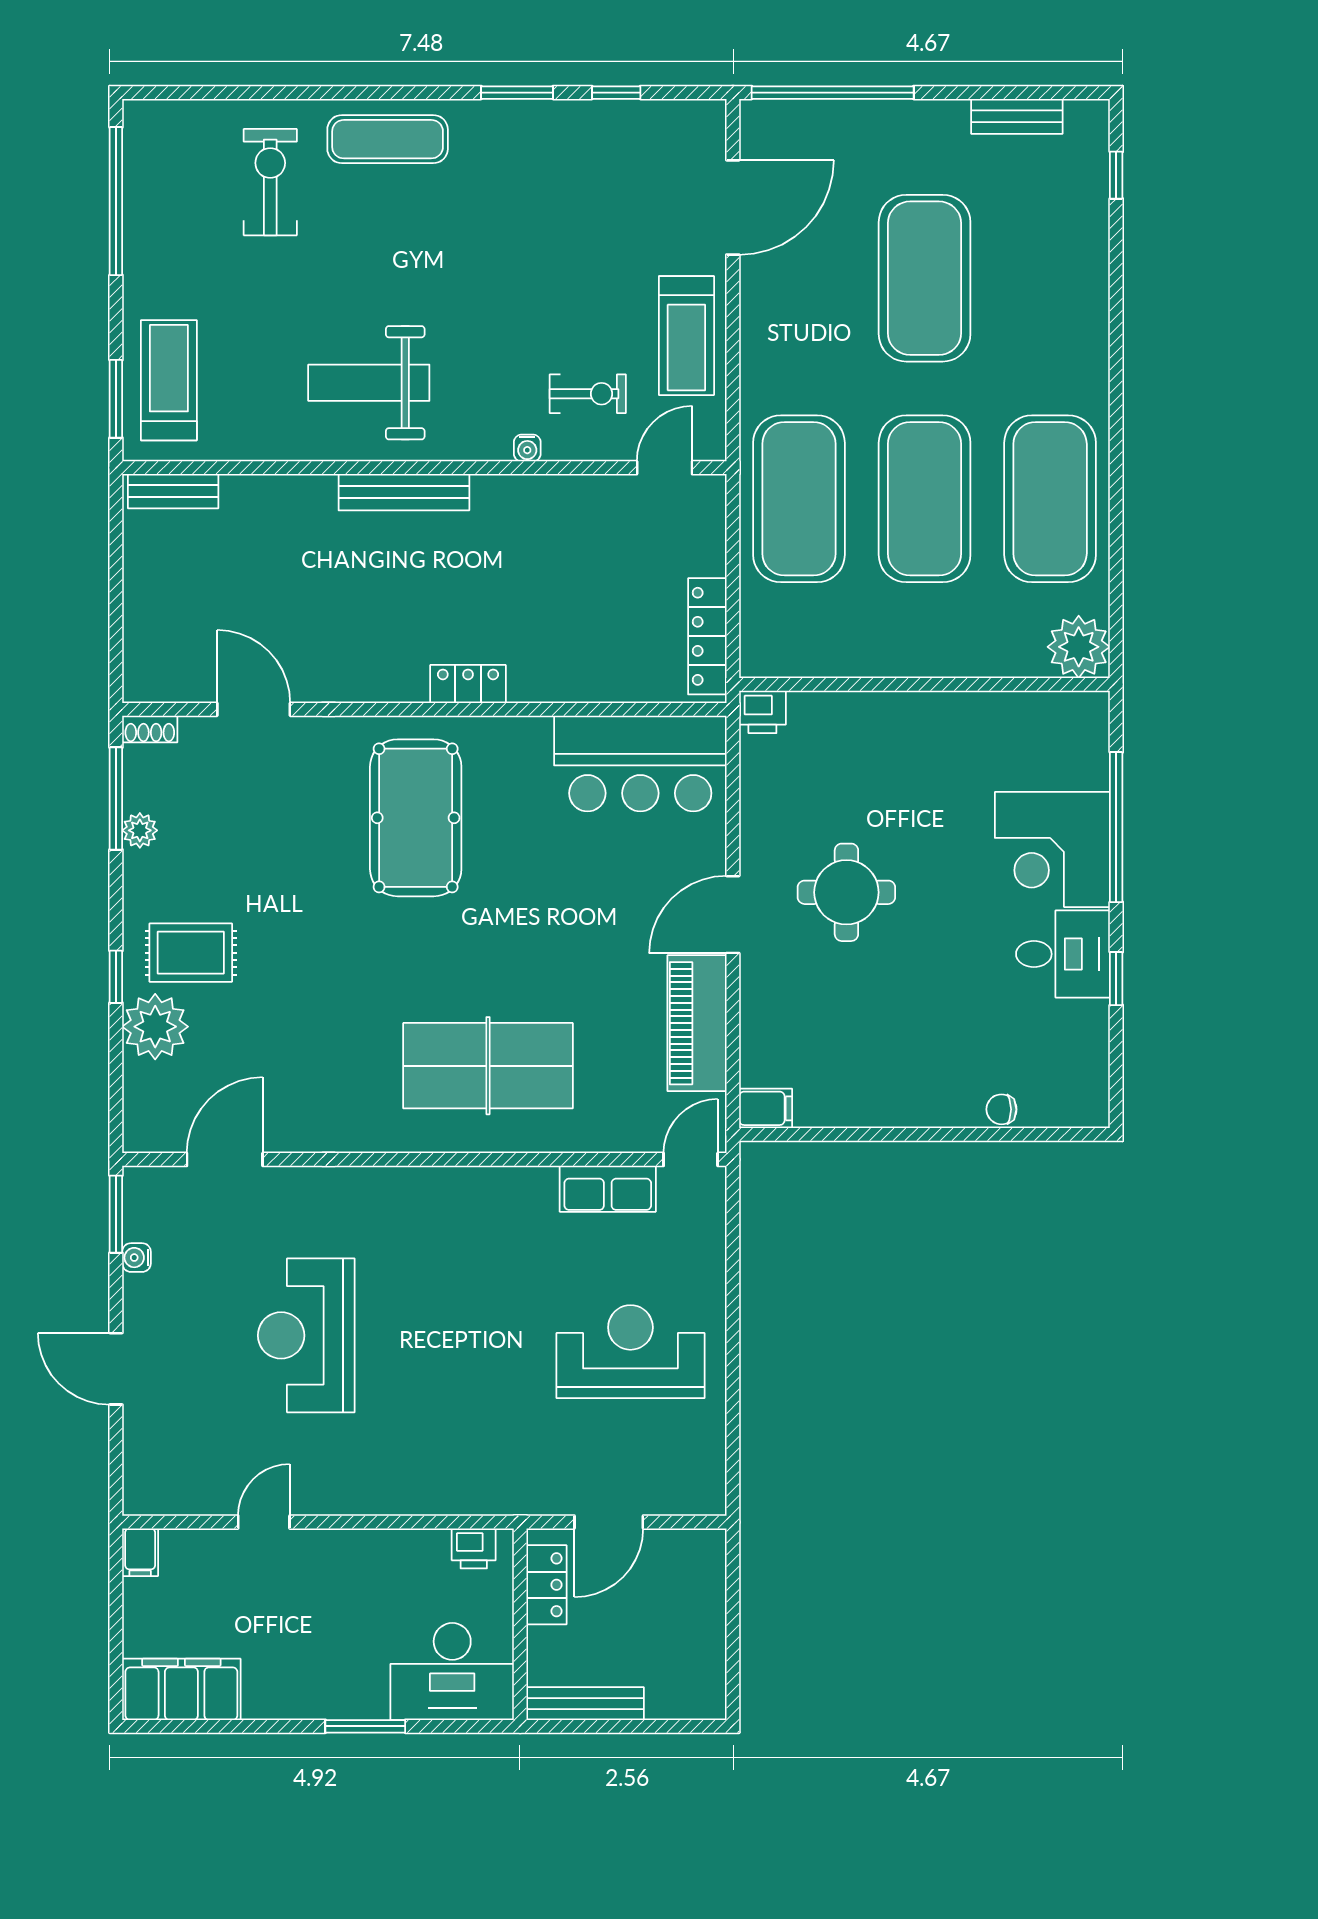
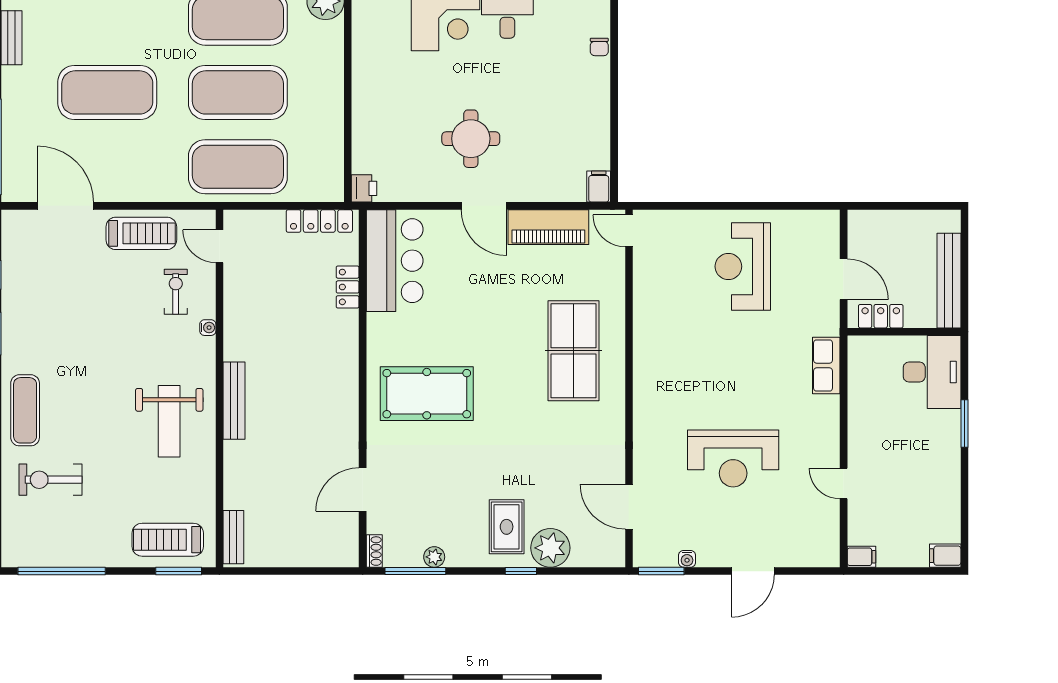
locker: (468, 684) -> (348, 287), moved
row of seats: (608, 1189) -> (826, 366), moved, turned 180
printer: (474, 1548) -> (859, 359), removed
filing cabinet: (181, 1689) -> (945, 556), width x0.33, depth x0.86
bench: (585, 1704) -> (949, 281), width x1.37, depth x1.21

